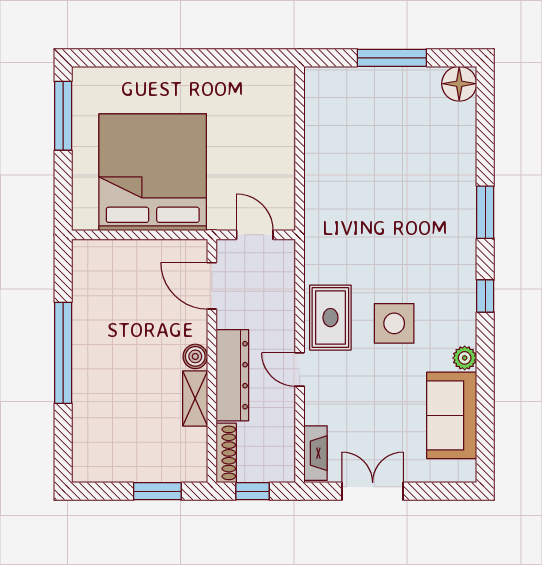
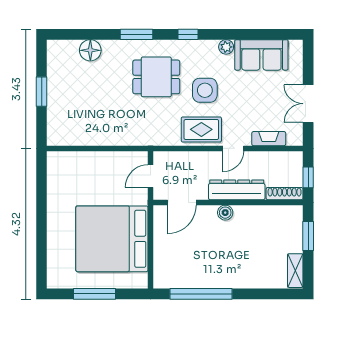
window: (392, 58) -> (42, 92), width x0.69
floor lamp: (459, 84) -> (90, 50), moved
window: (63, 116) -> (95, 294), moved
dining table: (416, 244) -> (156, 77), added
window: (63, 353) -> (201, 294), moved
shelving: (195, 399) -> (295, 271), moved, turned 90
fireplace: (316, 453) -> (269, 139), moved

